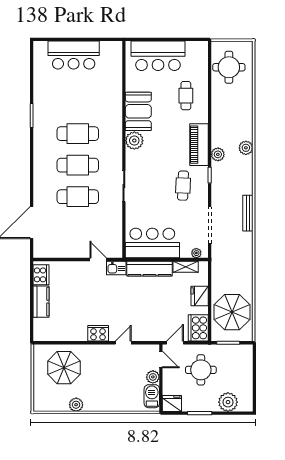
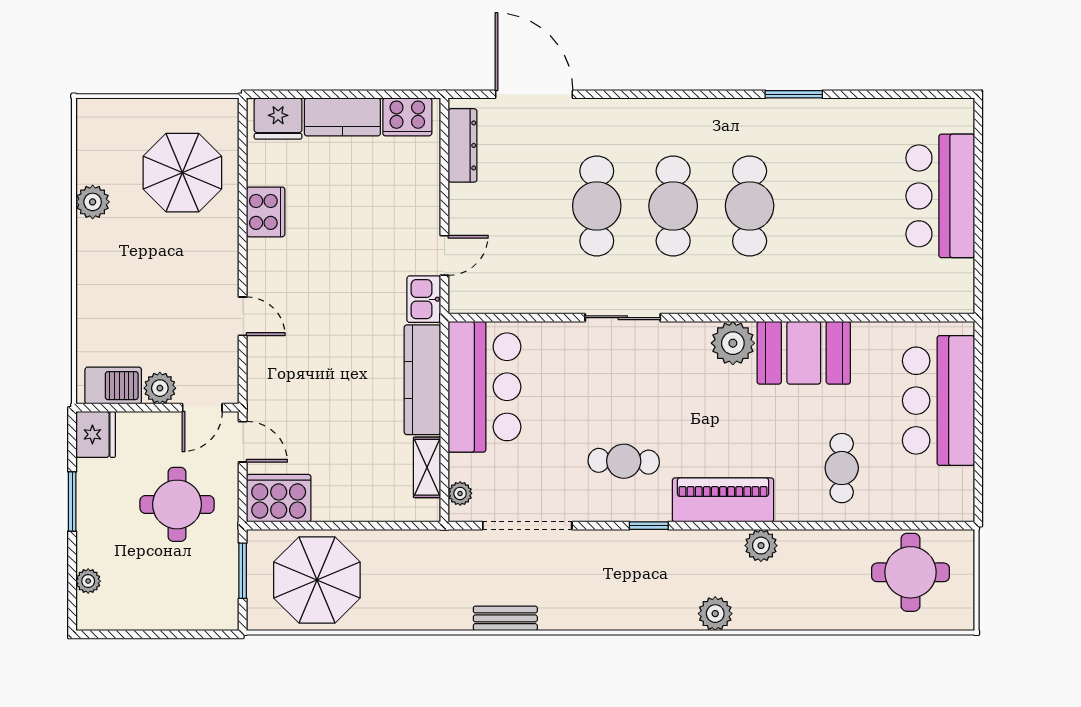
cafe table: (186, 96) -> (842, 468), turned 90
plant: (218, 154) -> (761, 546), moved
bench: (248, 213) -> (505, 618), moved, width x0.73
dresser: (53, 252) -> (463, 145), added
fridge: (200, 296) -> (278, 119), moved, turned 180
cooker: (98, 333) -> (266, 212), moved
plant: (228, 402) -> (88, 581), width x0.53, depth x0.53

